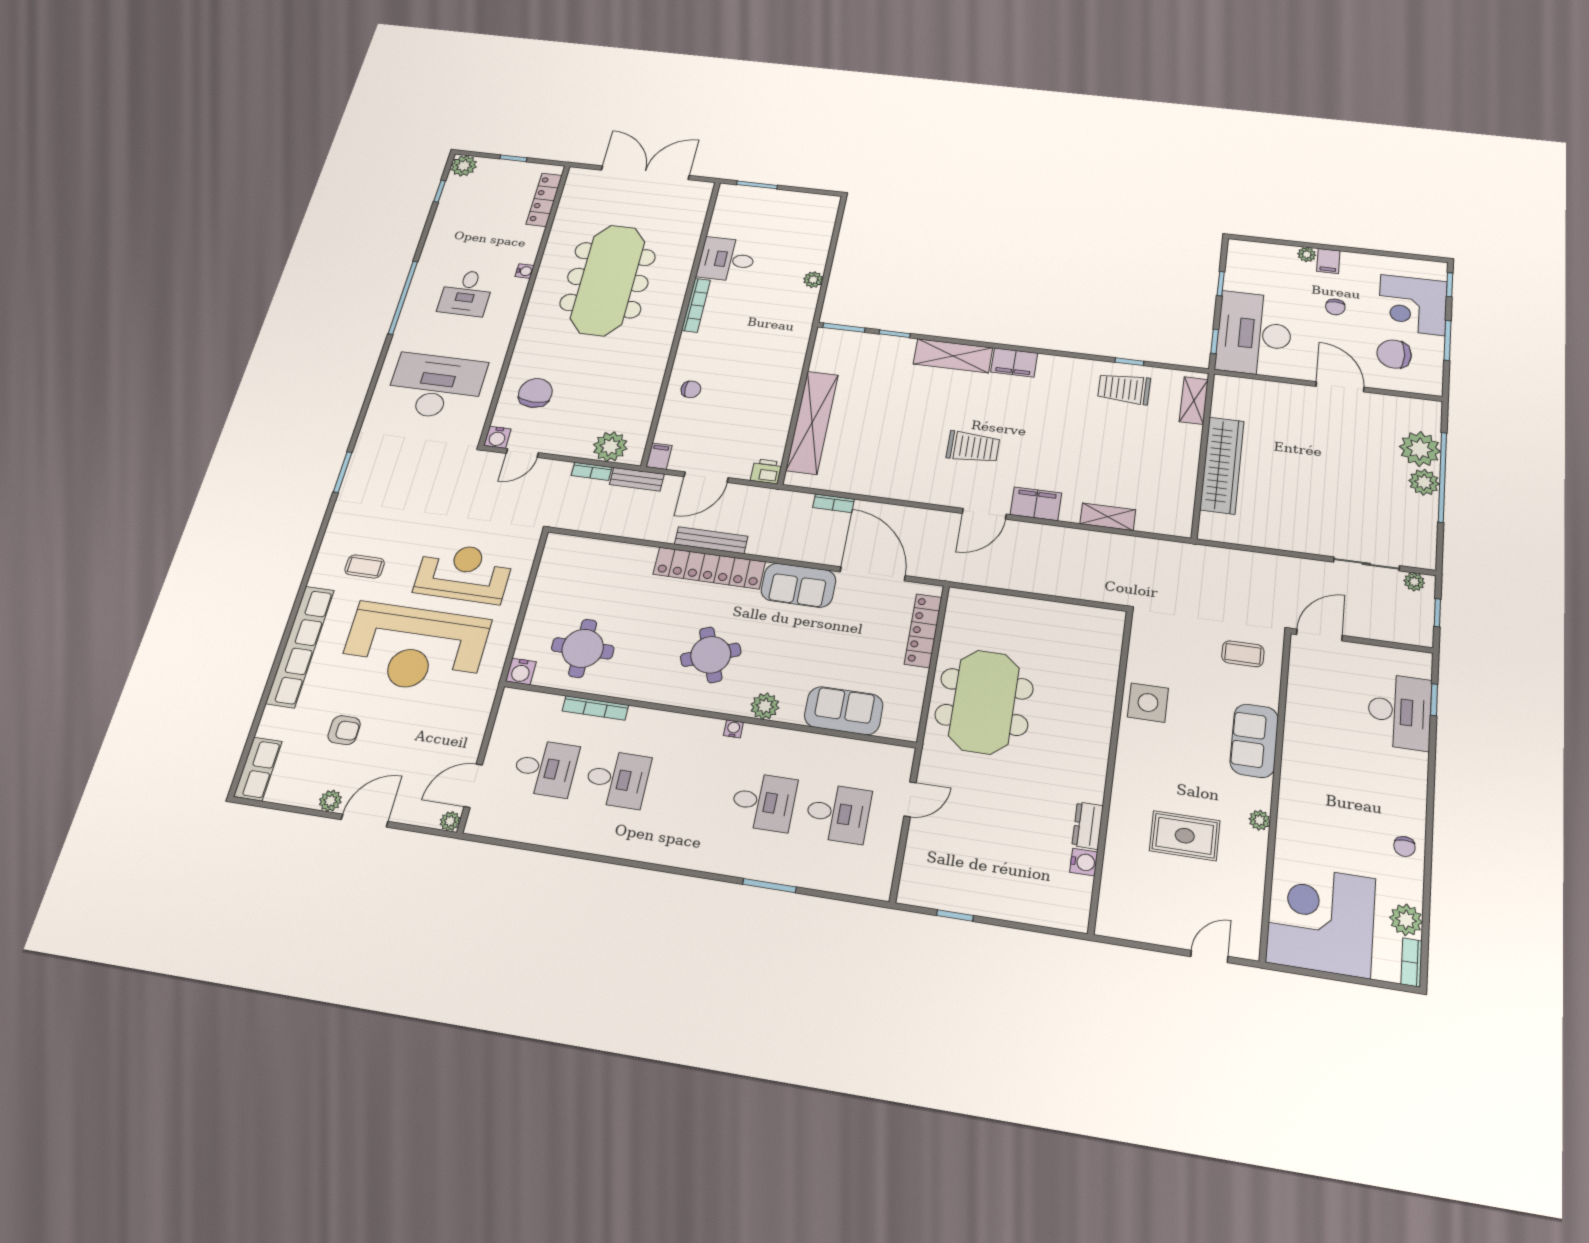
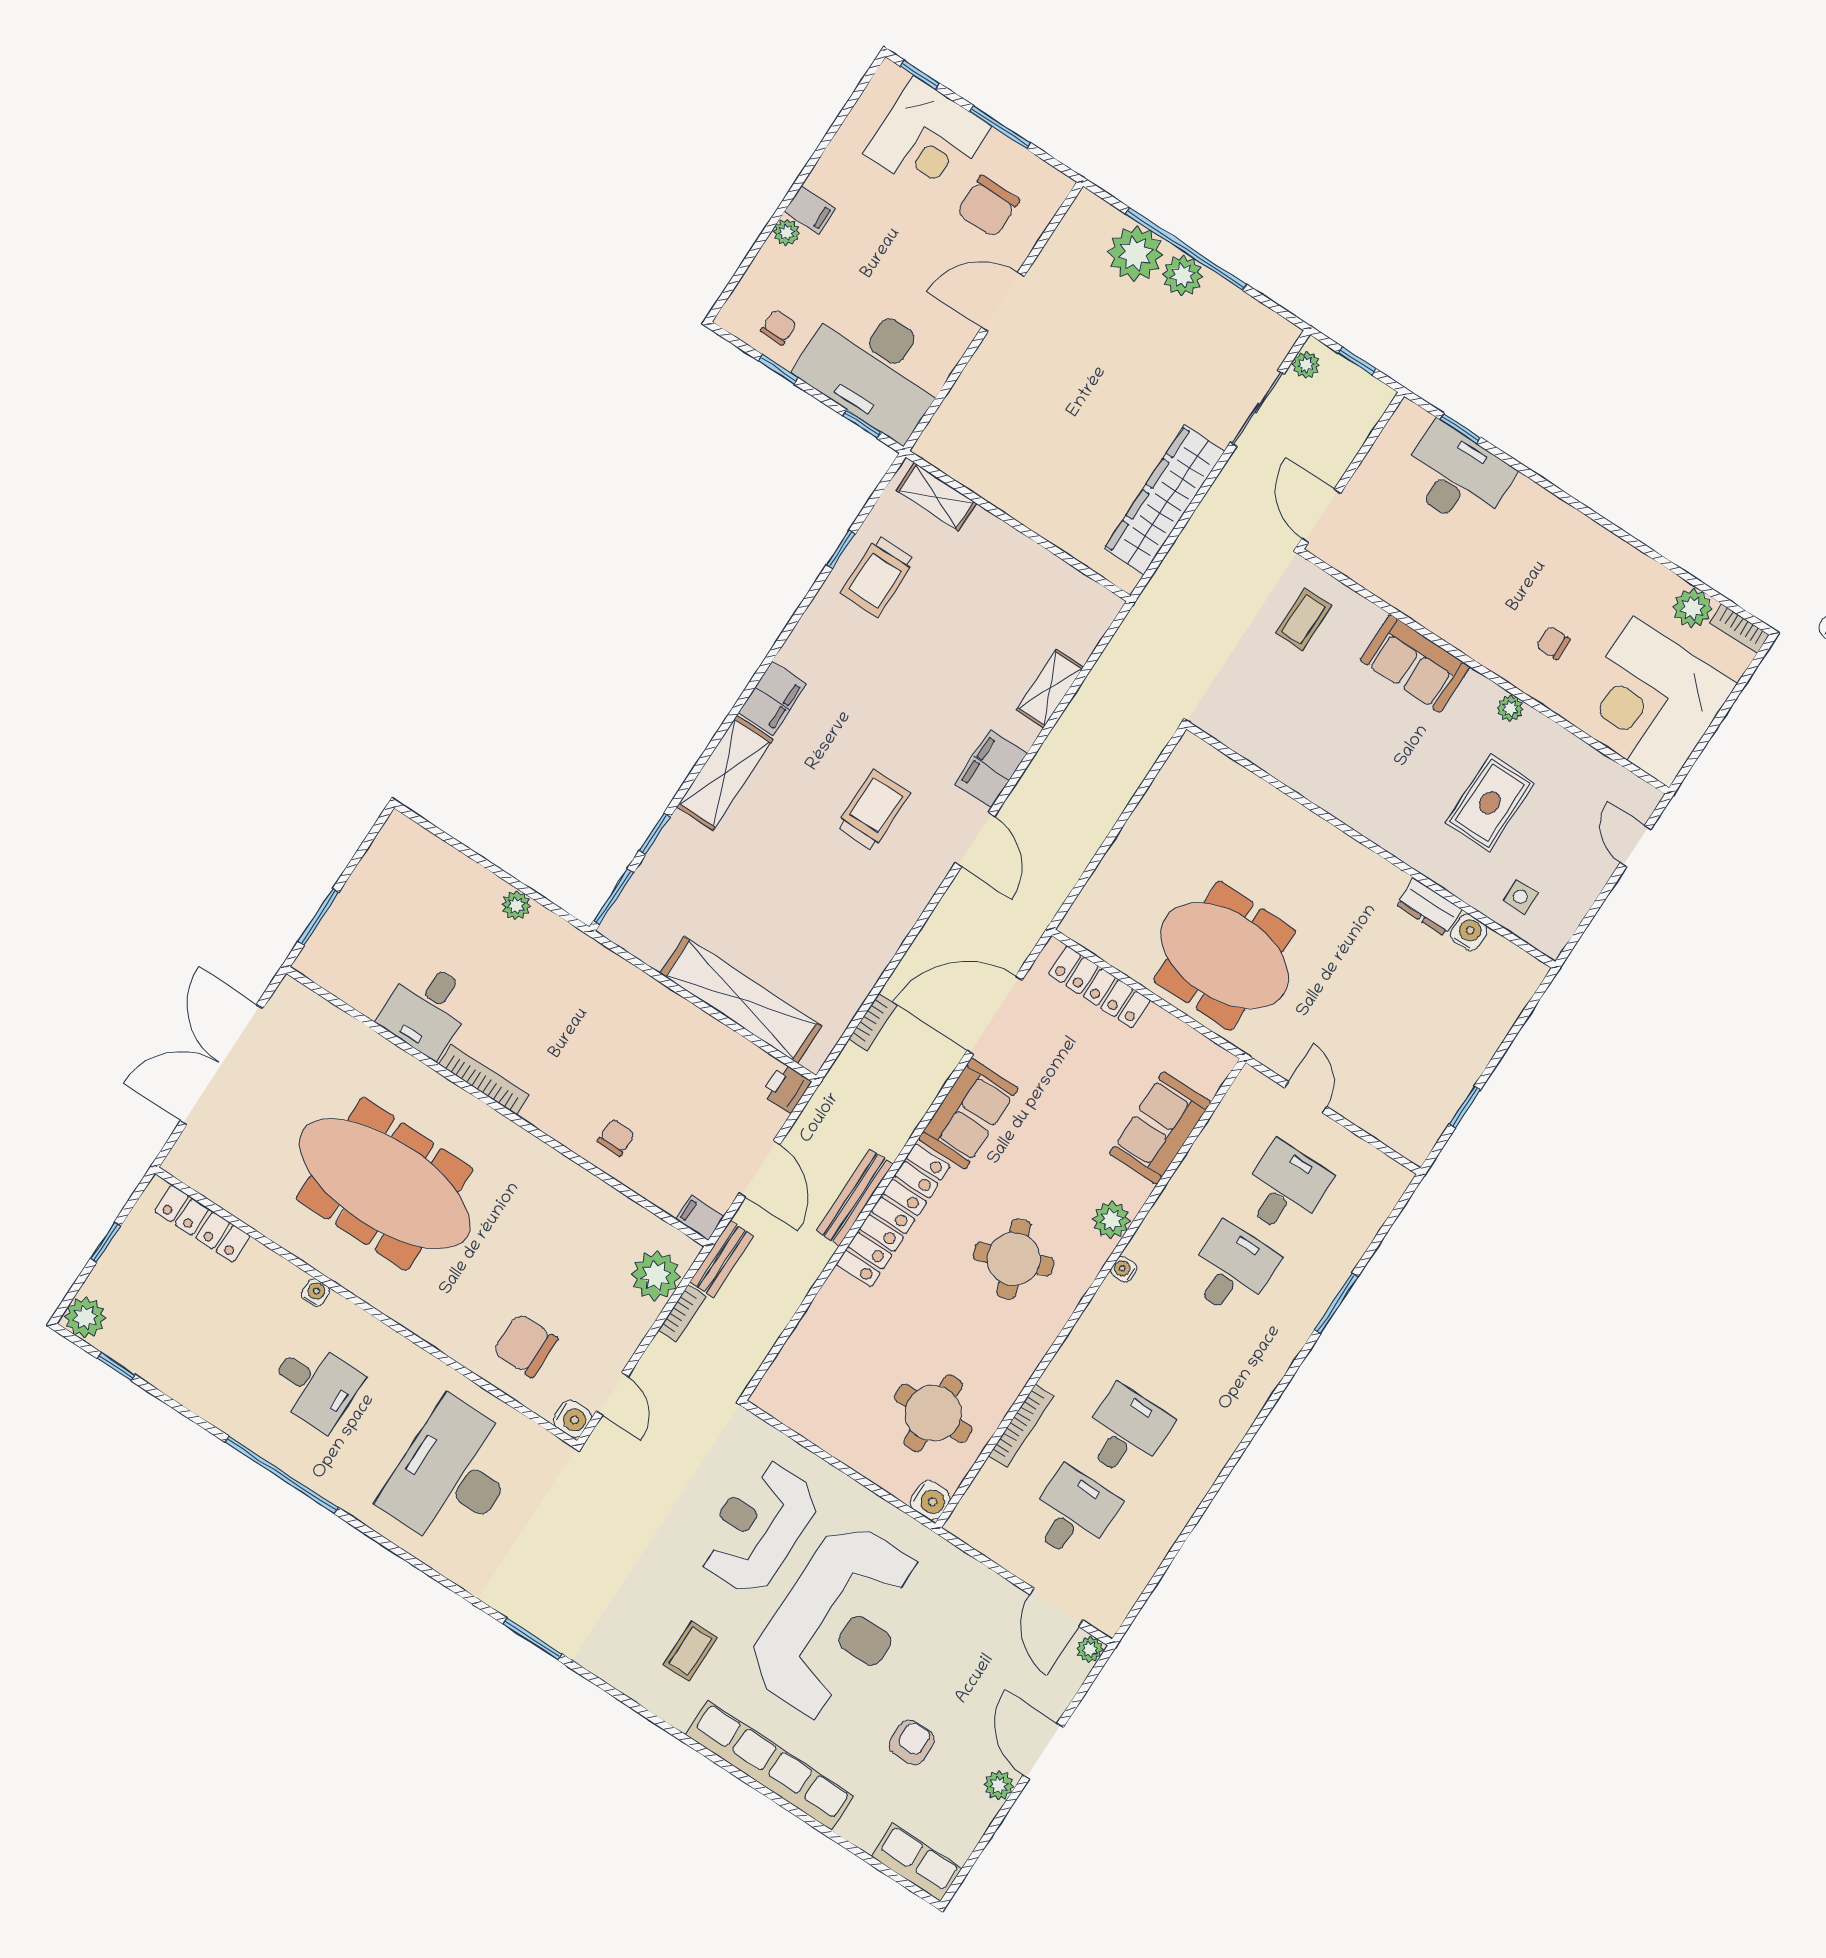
chair: (1335, 307) -> (779, 327), moved, turned -90
wardrobe: (1222, 465) -> (1164, 500), moved, turned -90
side table: (1148, 703) -> (1520, 897), moved, width x0.54, depth x0.54
chair: (1404, 846) -> (1553, 643), moved, turned 180

